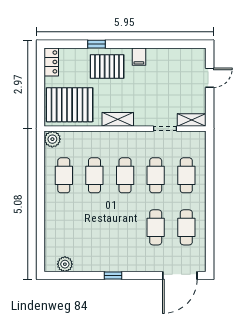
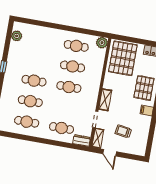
door: (210, 78) -> (110, 153), moved
trolley: (175, 85) -> (123, 131), added
shelving: (118, 119) -> (105, 100), moved
dresser: (199, 143) -> (82, 140), added
cafe table: (156, 175) -> (34, 81), moved

